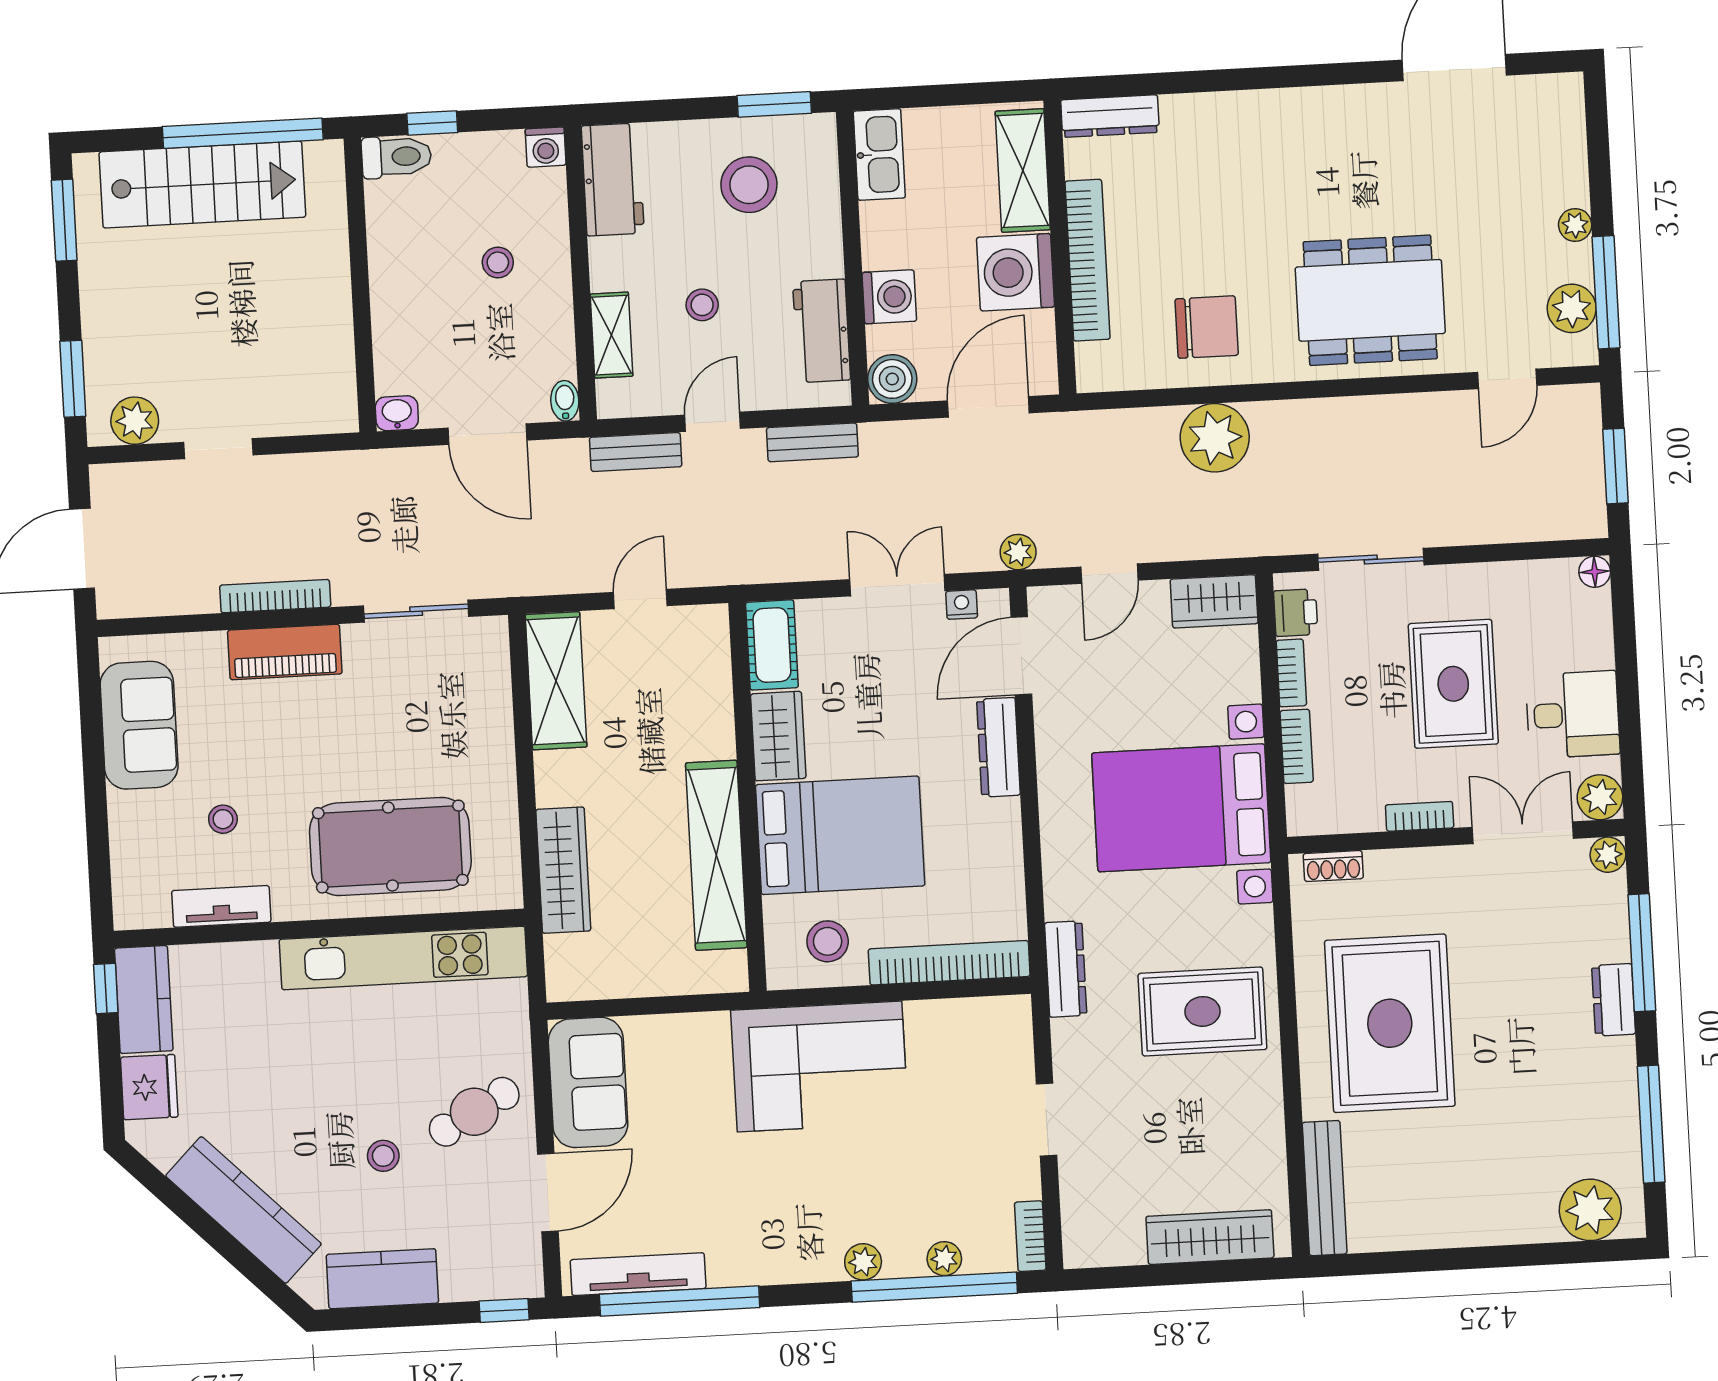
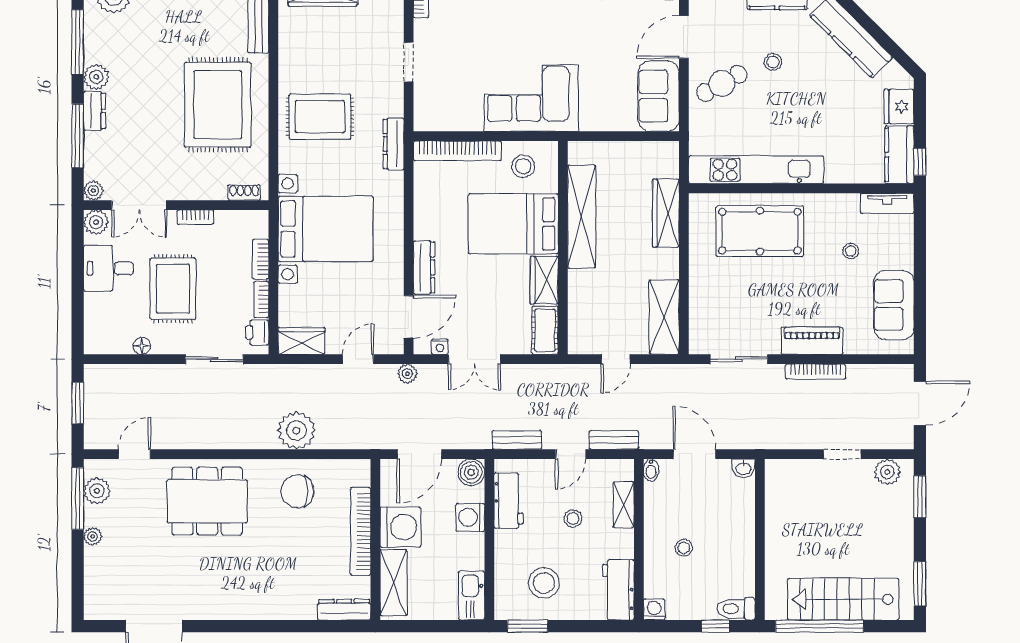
floor lamp: (1595, 572) -> (142, 346), moved
tv unit: (221, 906) -> (887, 203), moved
plant: (1614, 1062) -> (96, 77), added

